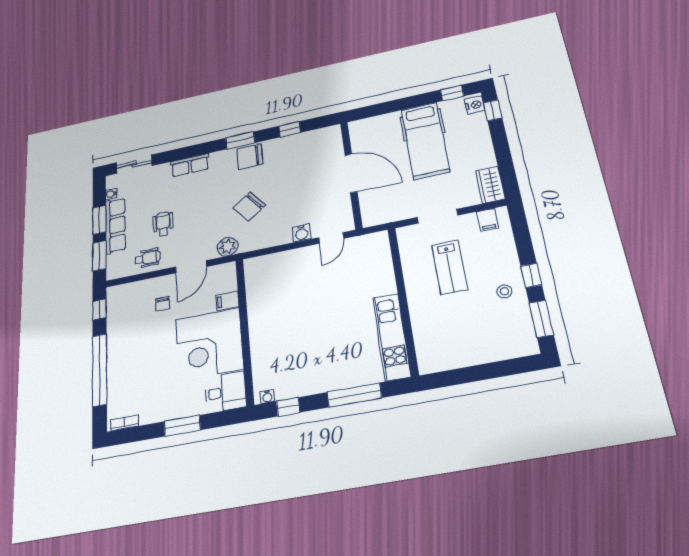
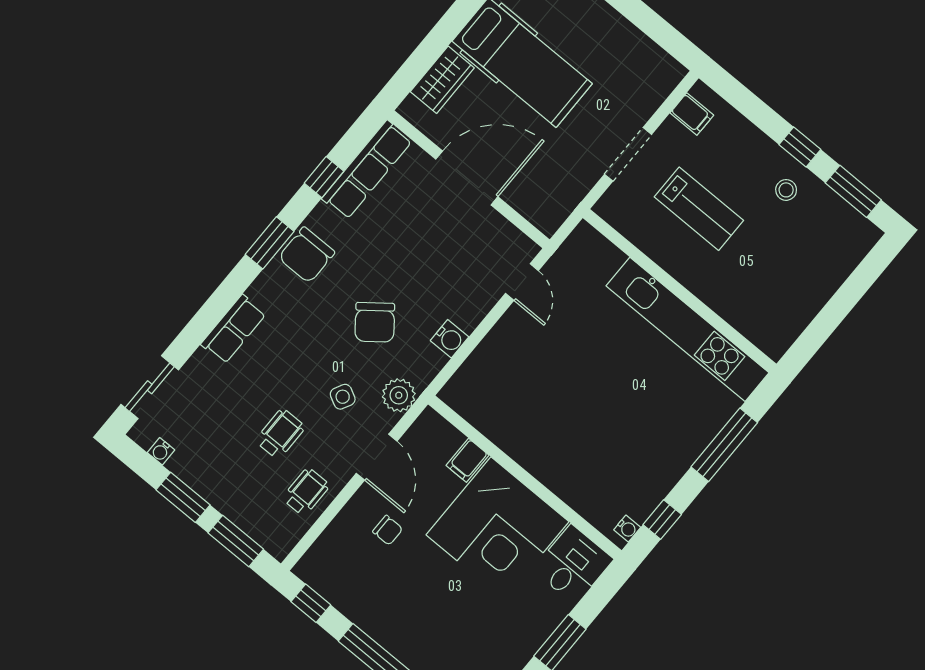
wardrobe: (490, 185) -> (442, 80), moved, turned -90
wheelchair: (163, 224) -> (280, 434), turned 90
row of seats: (115, 225) -> (367, 170), moved, turned 90
side table: (204, 228) -> (343, 397), added
water cooler: (302, 233) -> (450, 339), moved
kitchen unit: (392, 337) -> (687, 329), width x1.36

